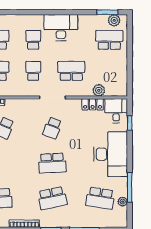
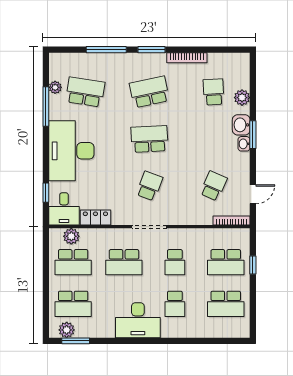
school desk: (109, 71) -> (73, 262), added
plant: (99, 90) -> (71, 236), moved

